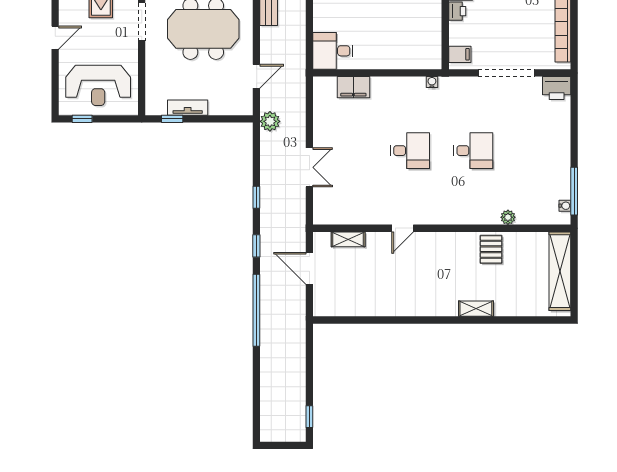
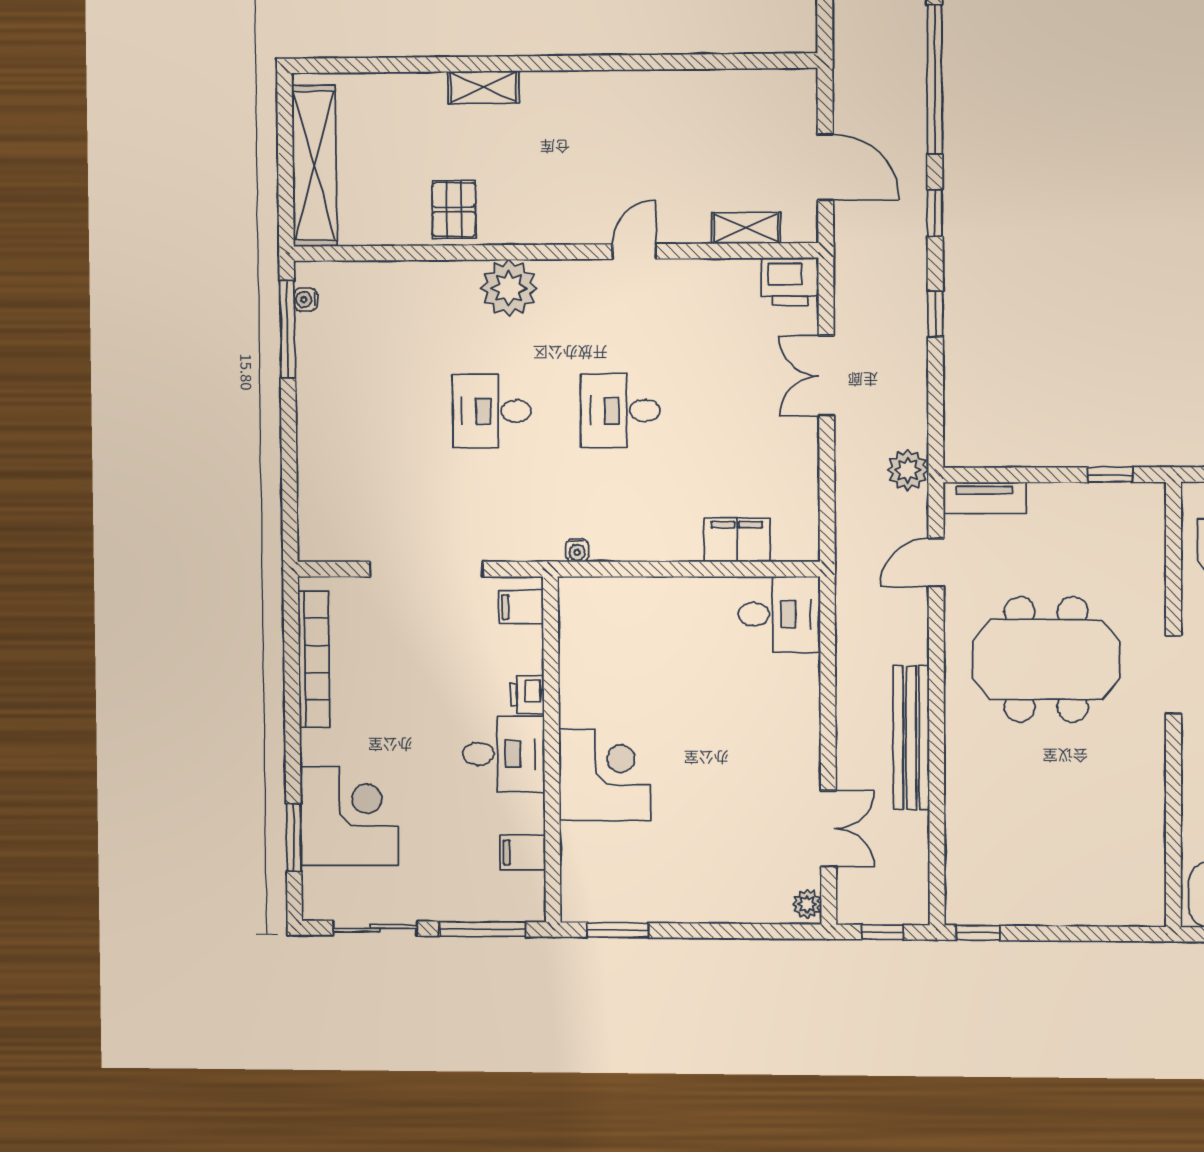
printer: (557, 88) -> (790, 281), moved, turned 180
tv unit: (188, 108) -> (985, 498), moved
plant: (508, 217) -> (509, 288), moved, width x1.87, depth x1.87

